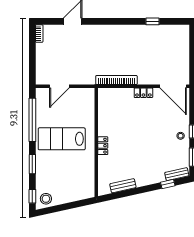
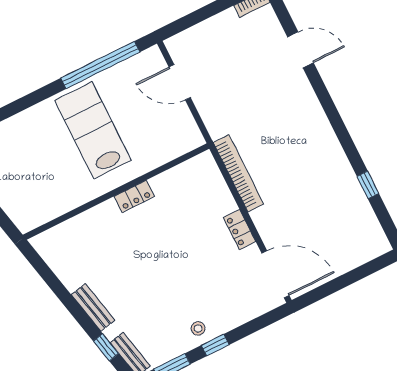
door: (173, 86) -> (275, 274), swing flipped
locker: (103, 146) -> (134, 196), moved
window: (32, 164) -> (26, 102), removed
bench: (123, 186) -> (93, 307), moved

